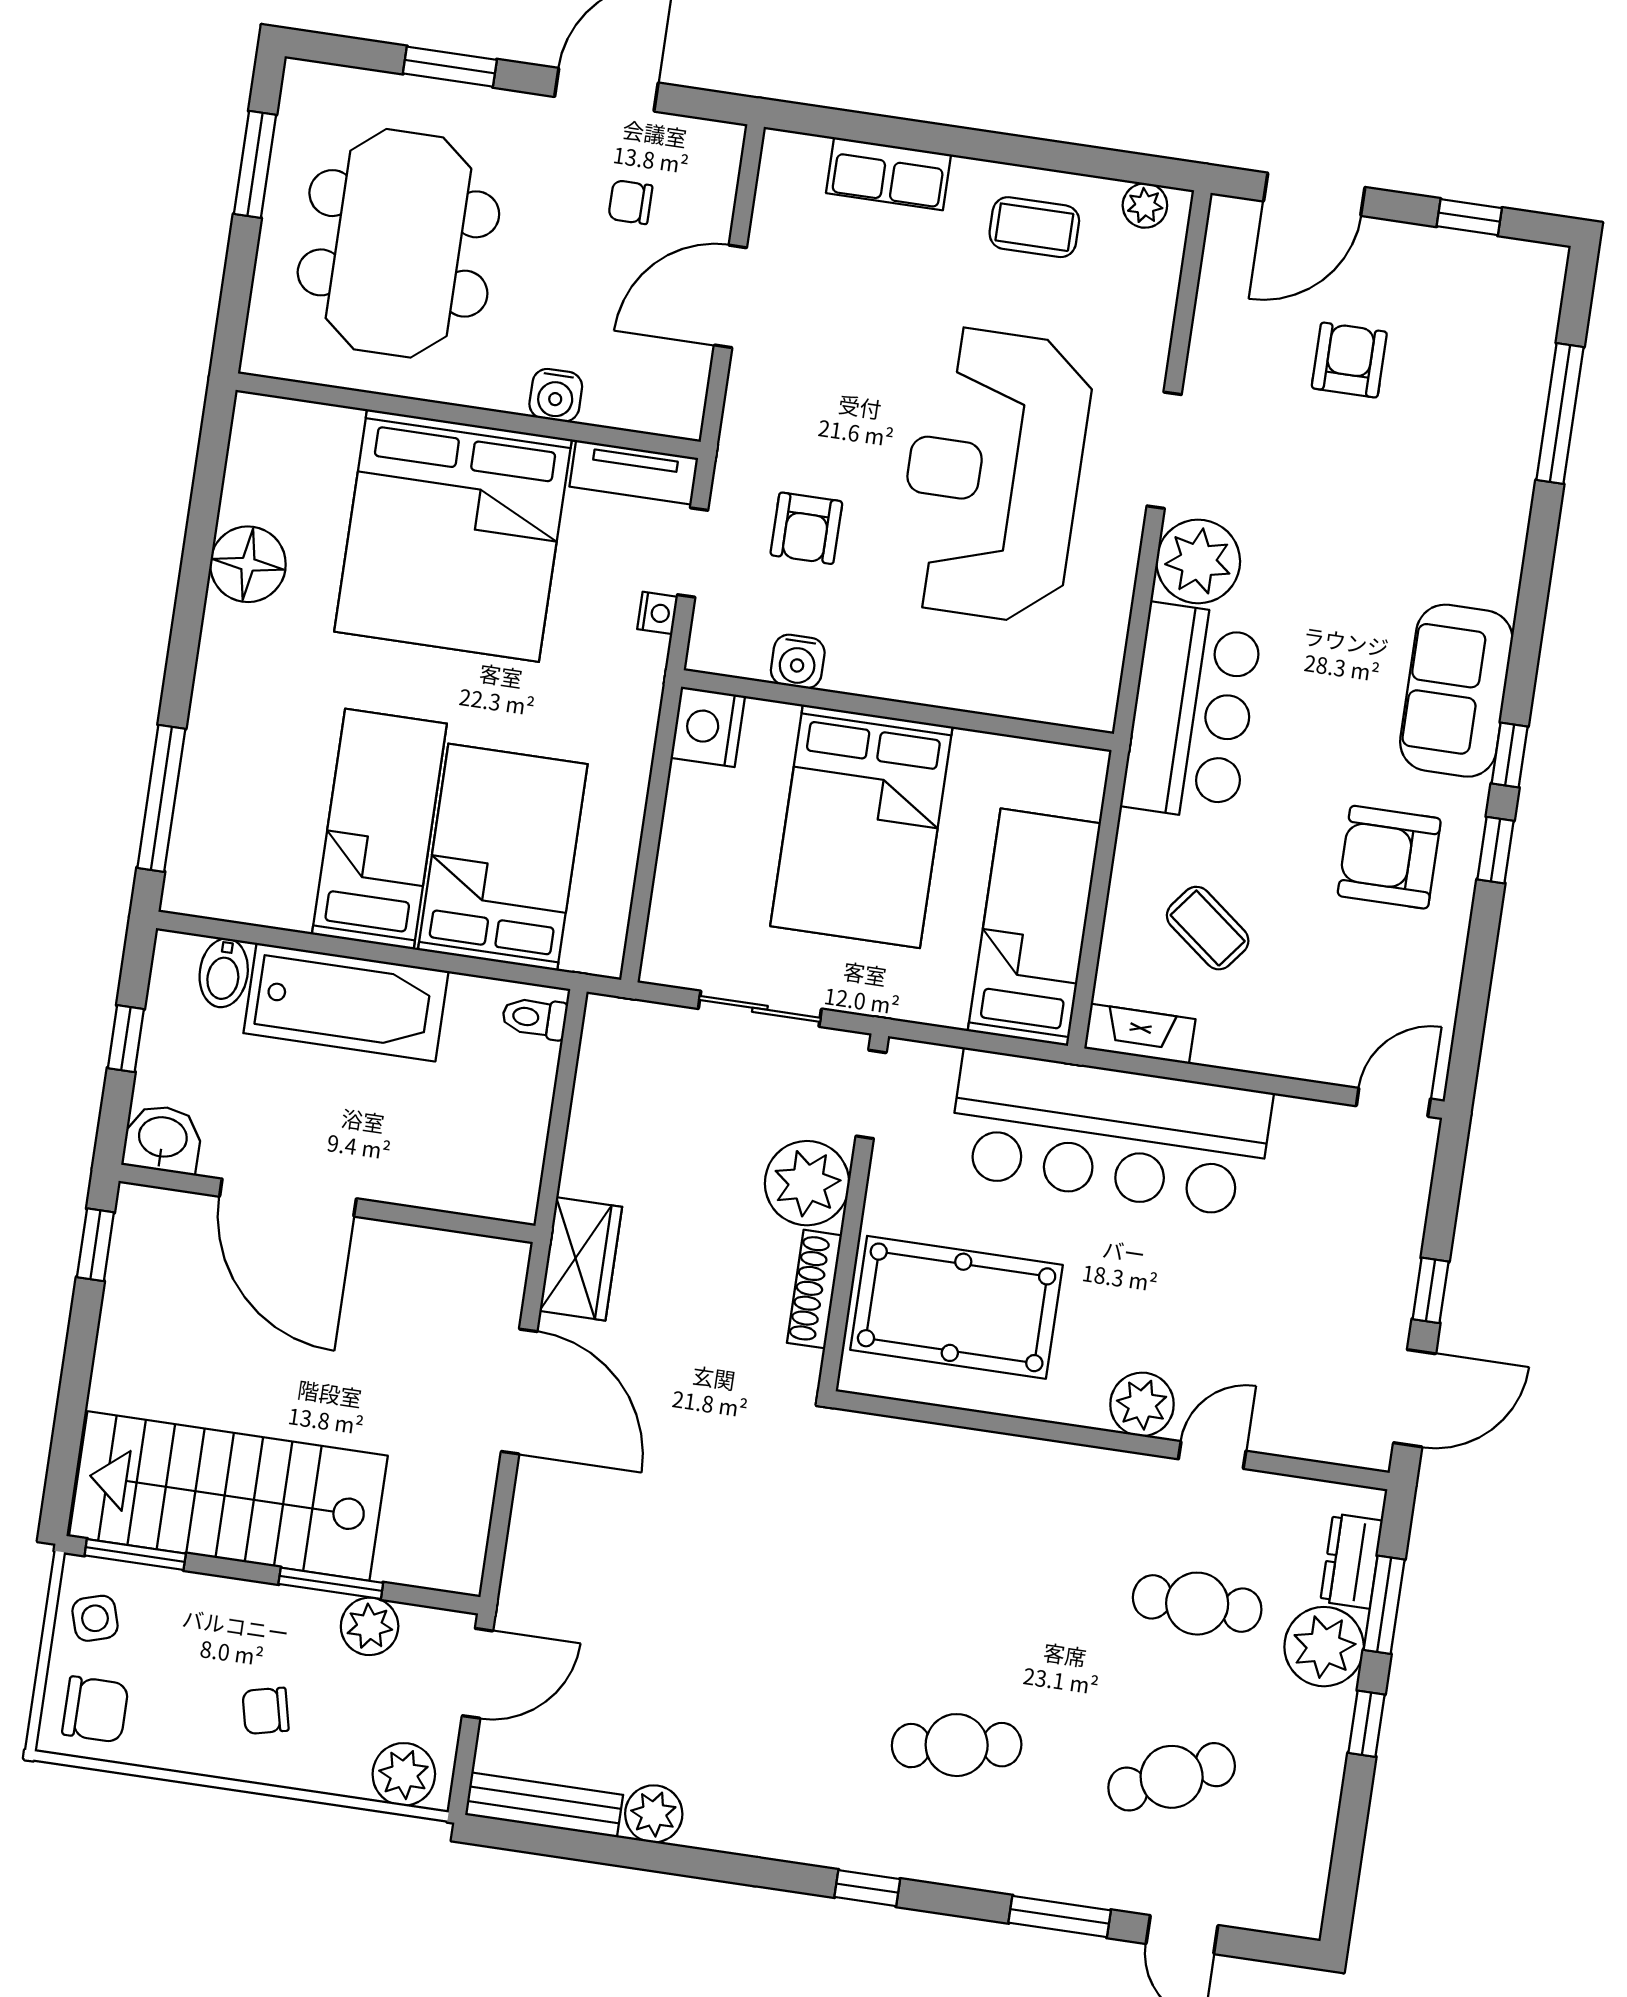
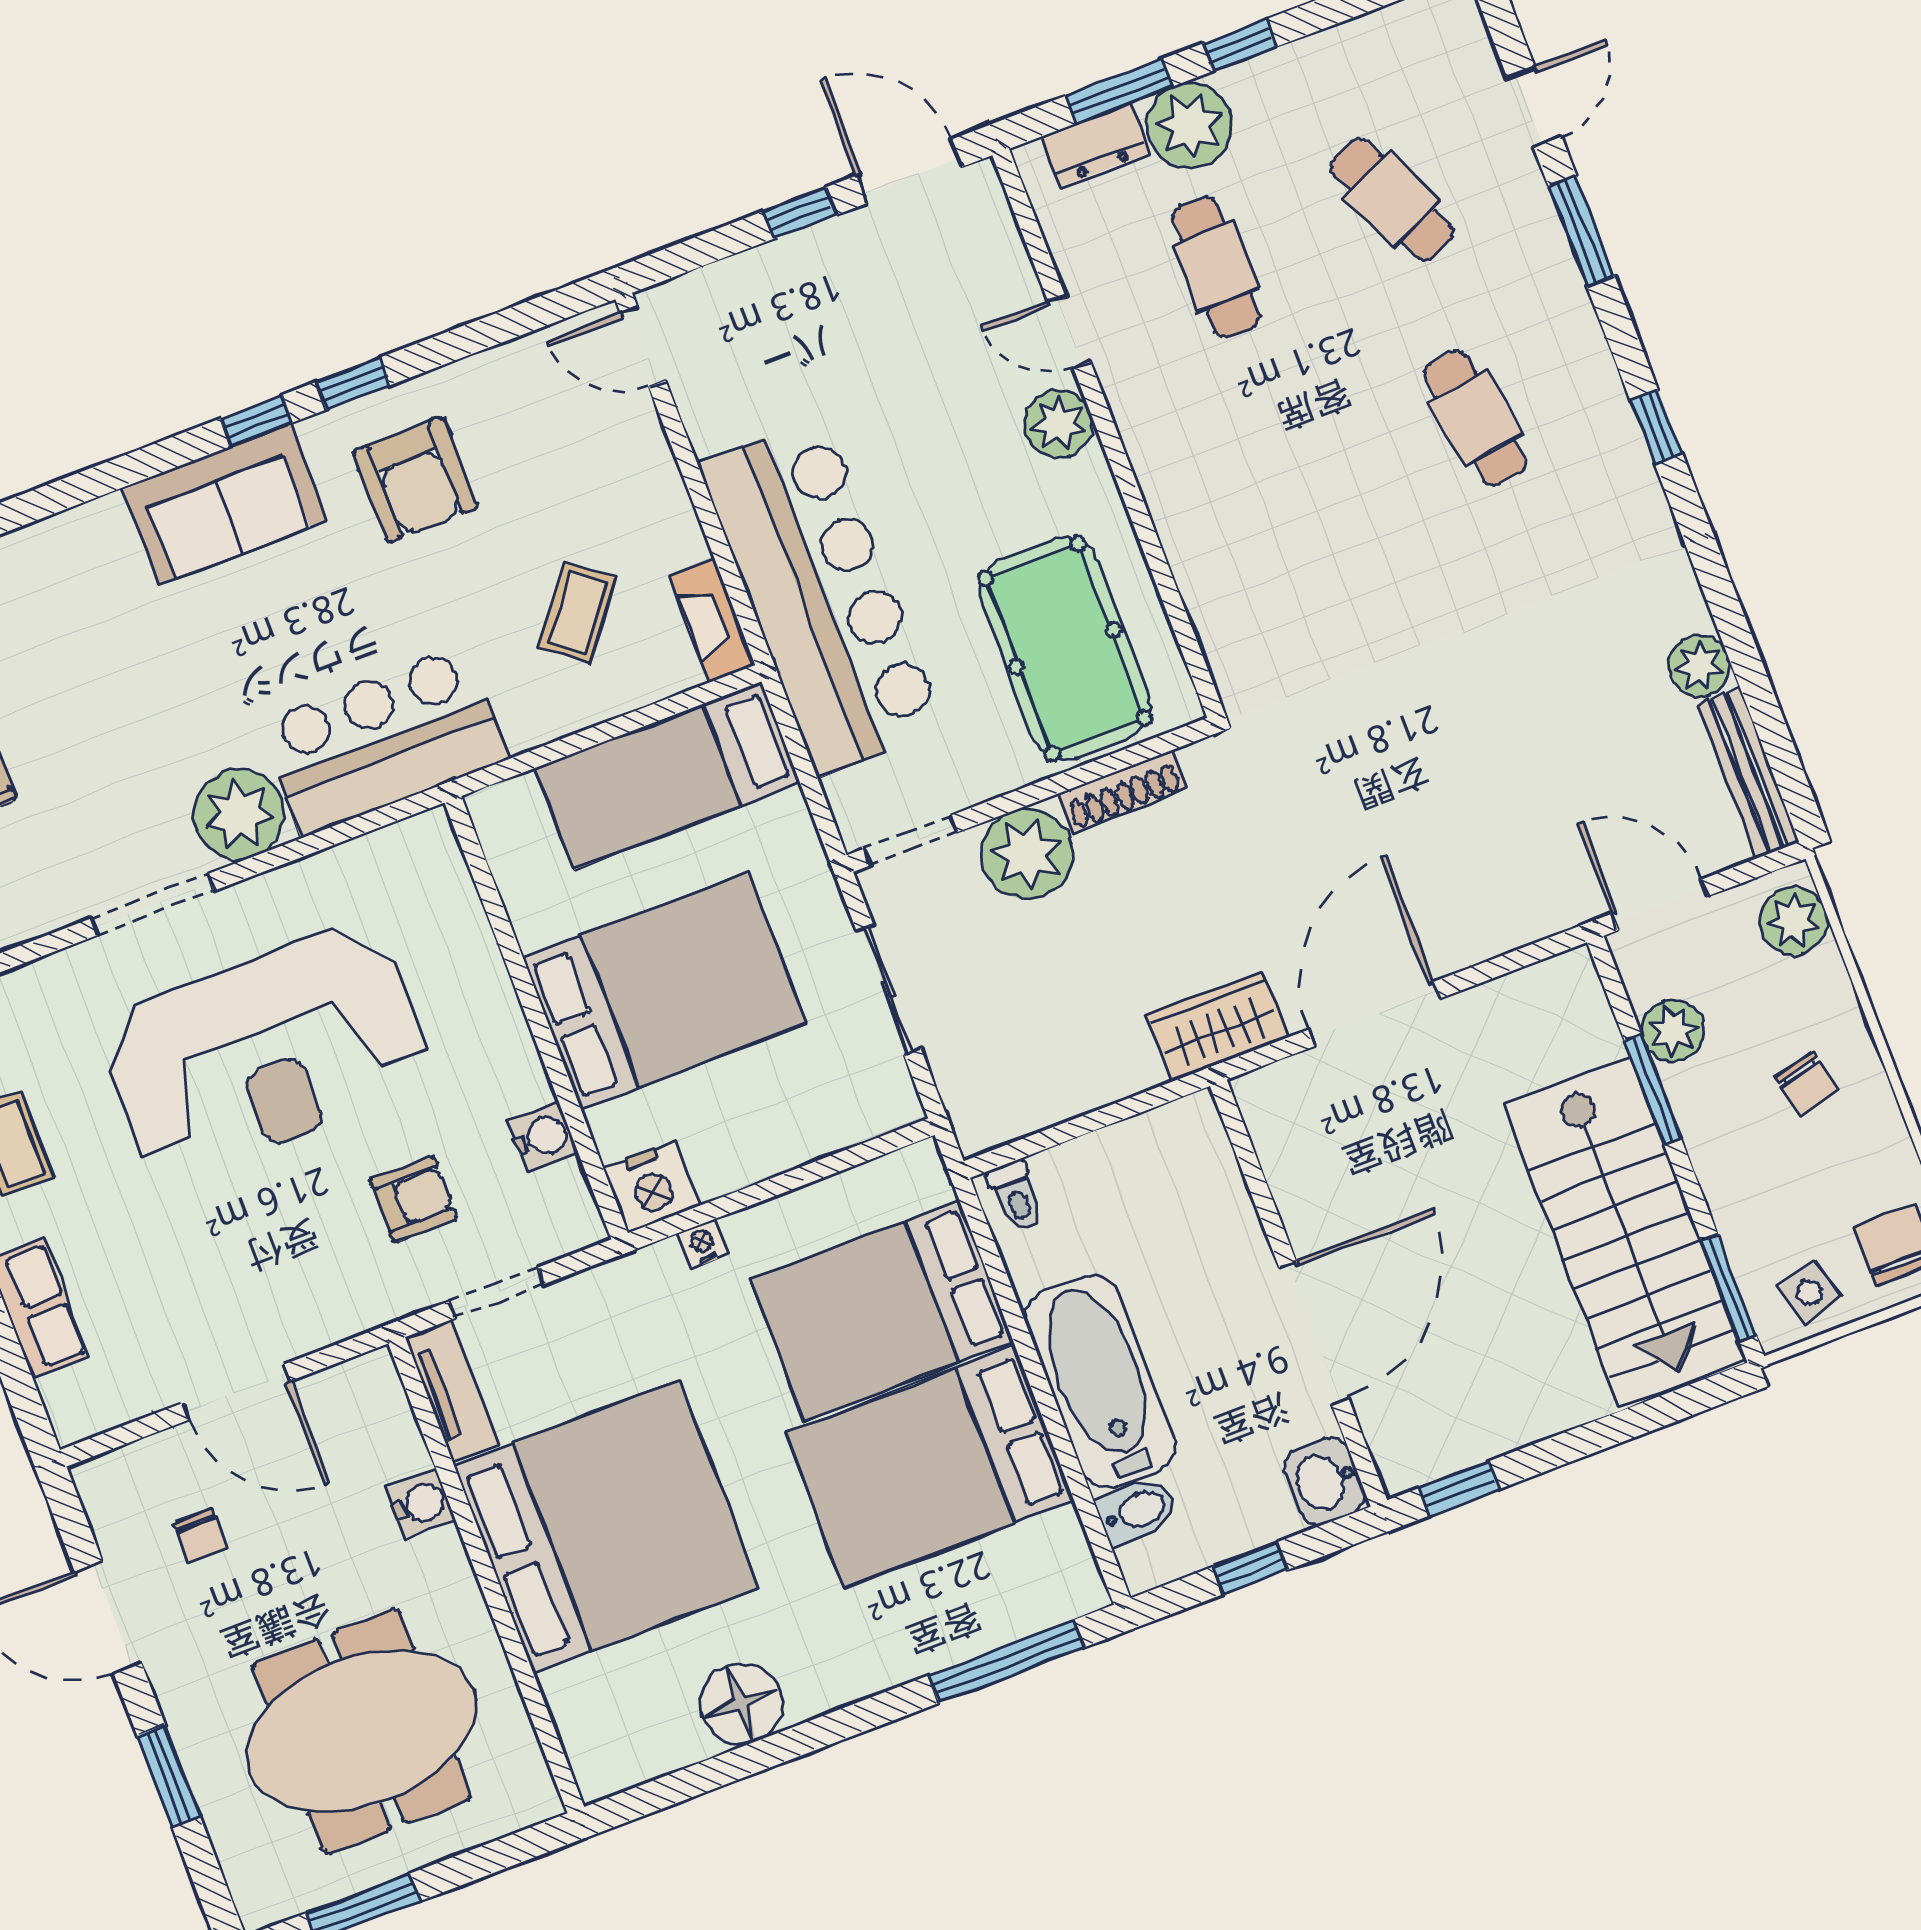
nightstand: (657, 613) -> (703, 1244), moved
bed: (379, 829) -> (930, 1467), width x1.50

